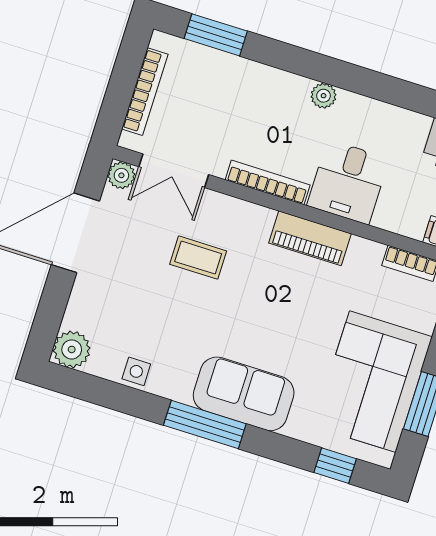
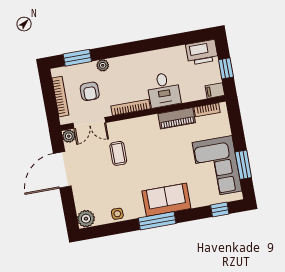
plant: (324, 96) -> (103, 65), moved
armchair: (206, 111) -> (90, 91), added
piano: (310, 238) -> (177, 118), moved
coffee table: (198, 258) -> (118, 153), turned 90

